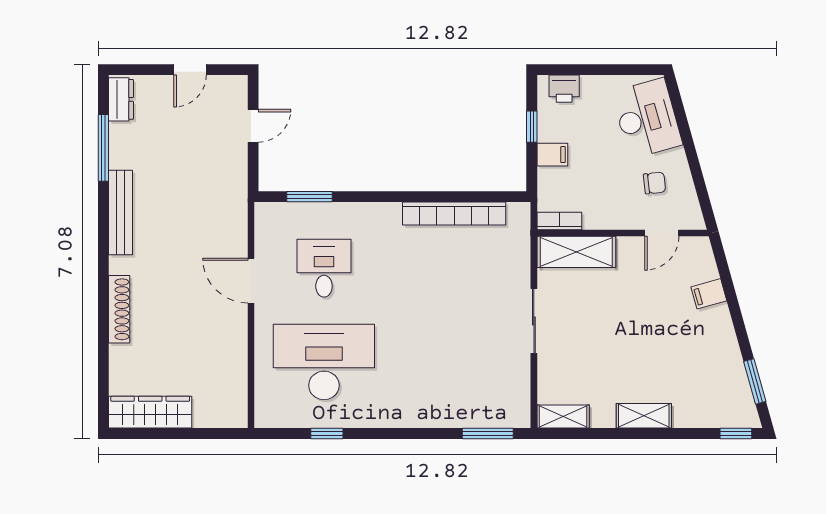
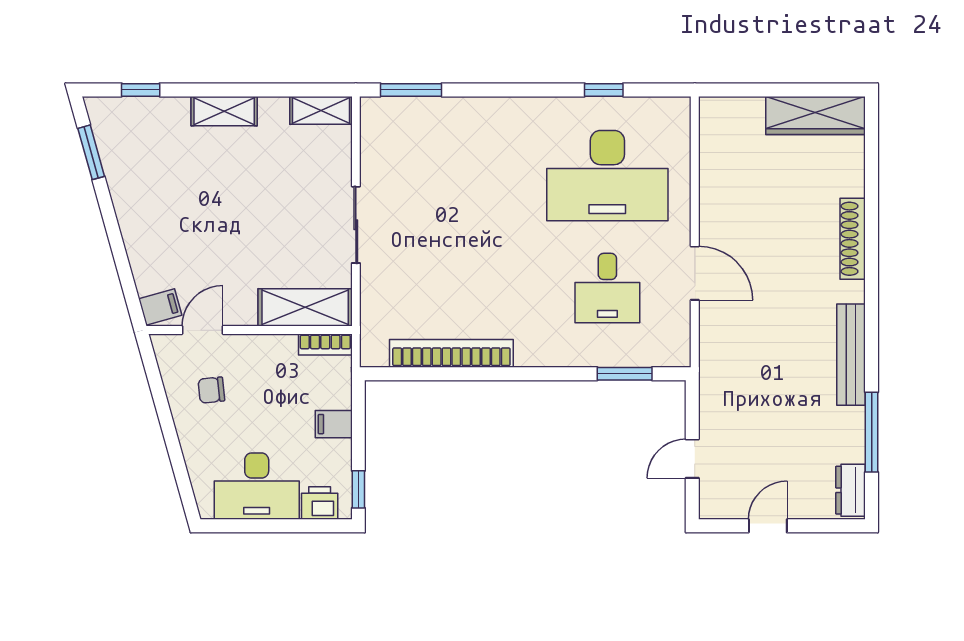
desk: (647, 118) -> (257, 486), moved, turned -74
window: (532, 127) -> (358, 489), moved
filing cabinet: (709, 294) -> (160, 307), moved
window: (736, 433) -> (141, 90), moved

